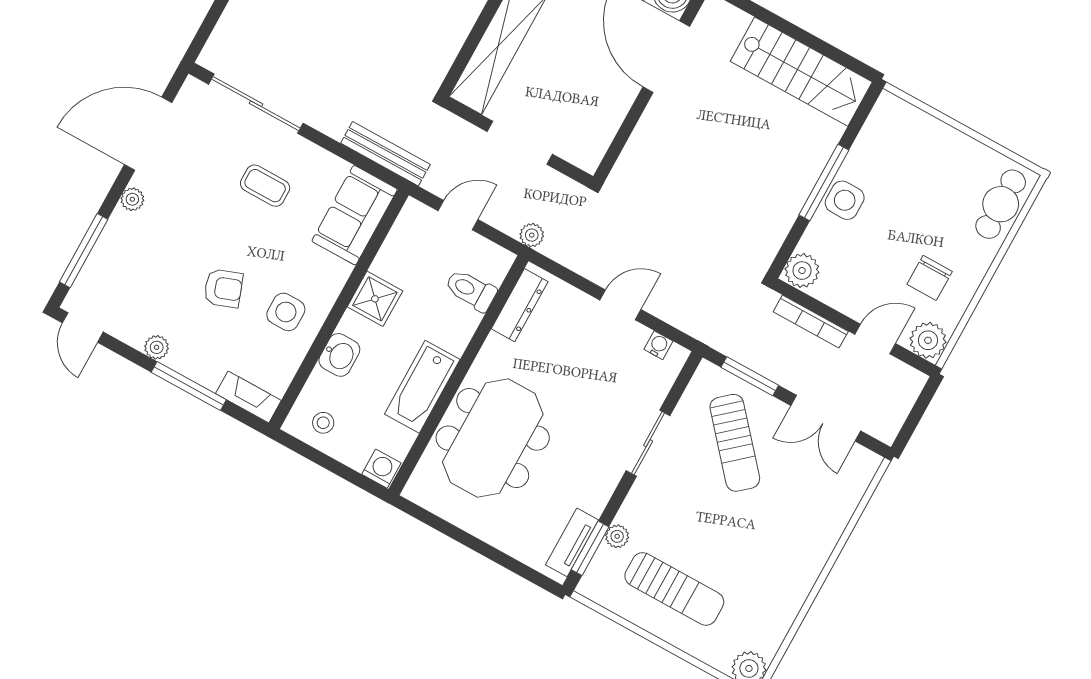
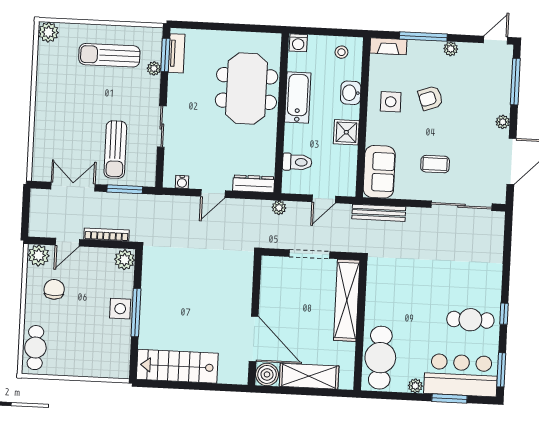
dresser: (520, 305) -> (254, 184), moved, turned 90
door: (83, 327) -> (496, 40), hinge flipped
sun lounger: (735, 443) -> (115, 150), turned -139

